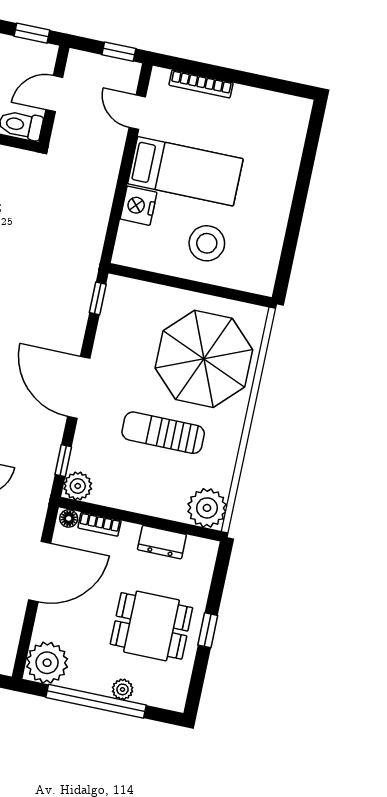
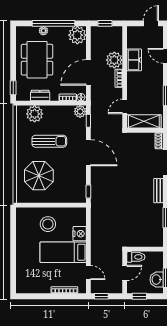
parasol: (204, 359) -> (39, 176), width x0.73, depth x0.73
plant: (207, 508) -> (35, 114), moved
dining table: (151, 626) -> (37, 60), width x1.37
window: (208, 630) -> (13, 88), moved

